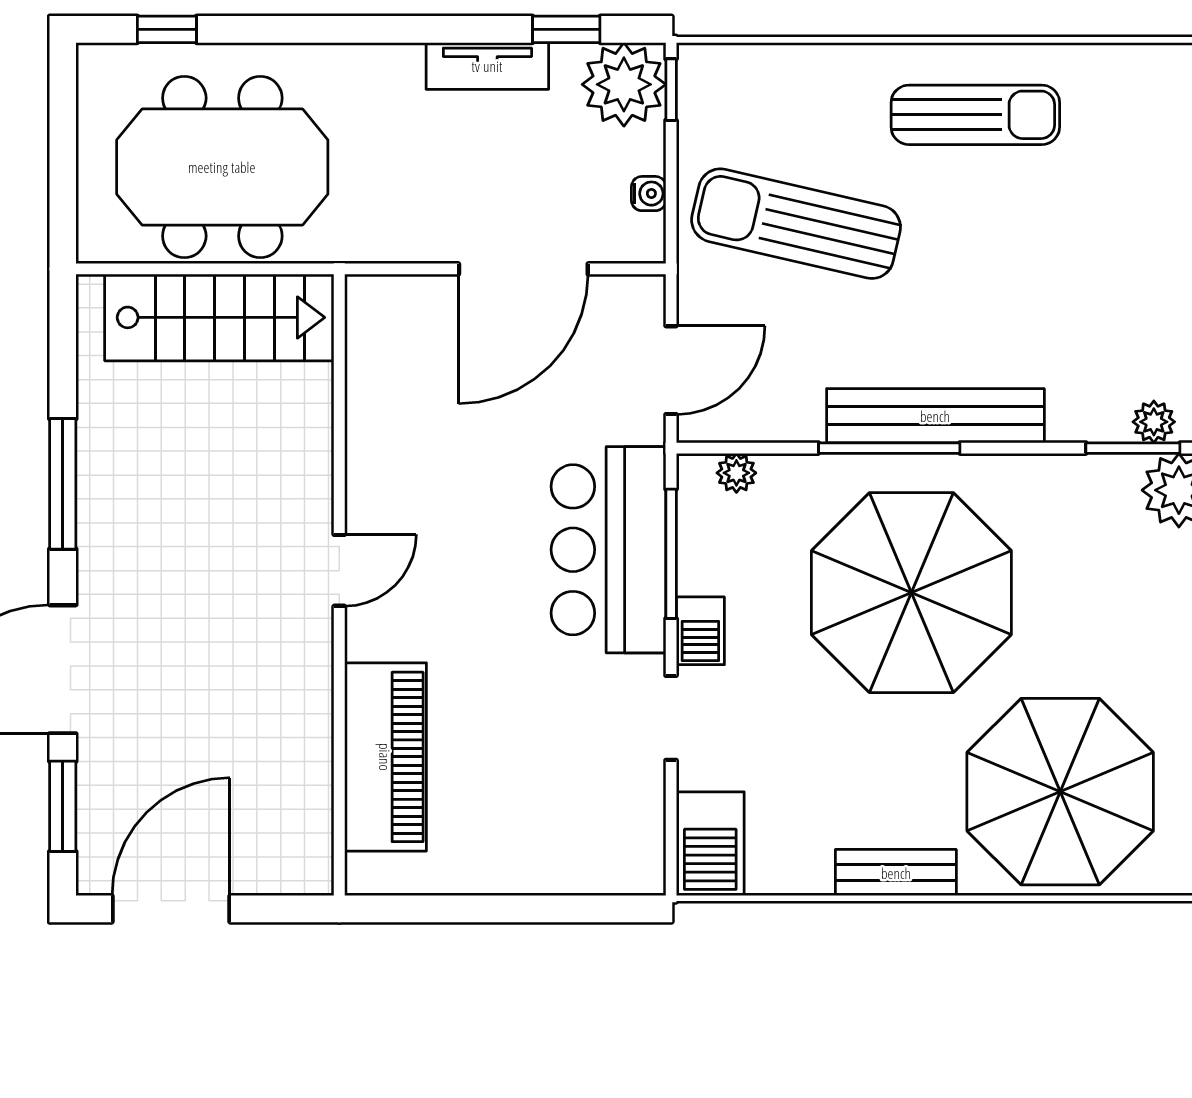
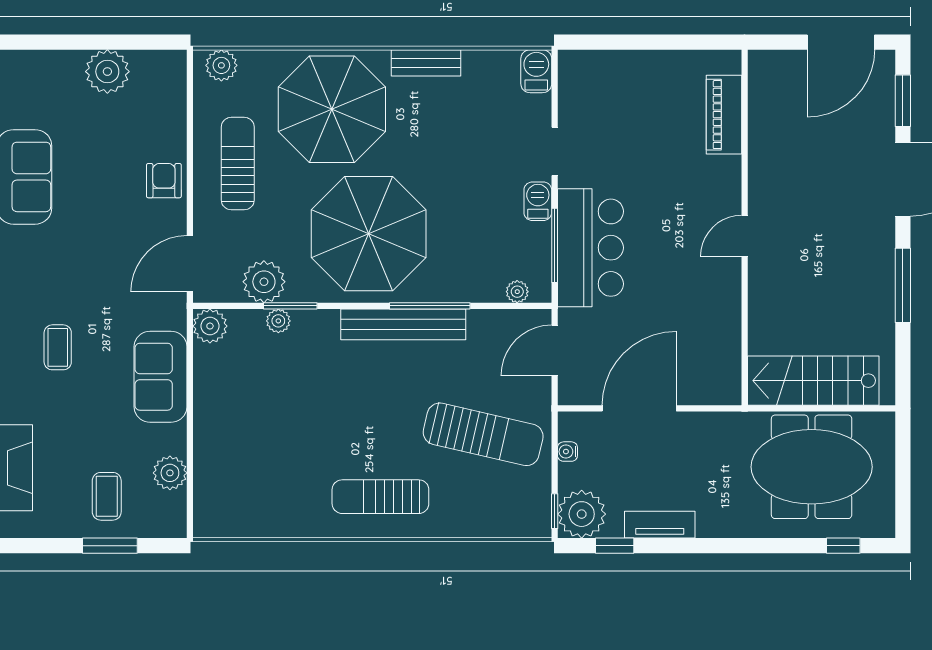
parasol: (911, 593) -> (369, 234), moved
piano: (385, 757) -> (724, 115), width x0.73, depth x0.75
barbecue: (710, 844) -> (536, 71), width x0.73, depth x0.79

